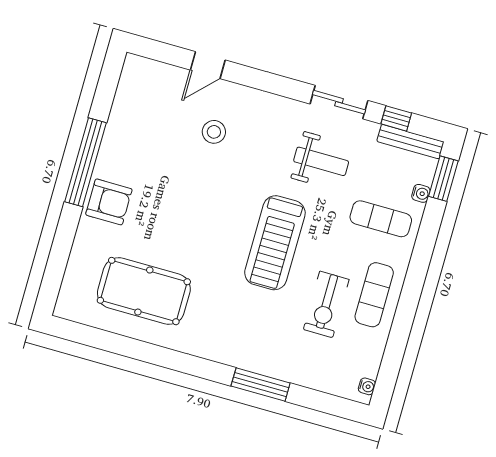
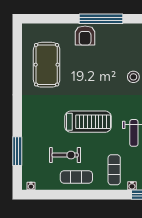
treadmill: (275, 243) -> (88, 122), turned 180
exercise bike: (326, 304) -> (65, 155), turned 180
window: (261, 385) -> (17, 151), moved

